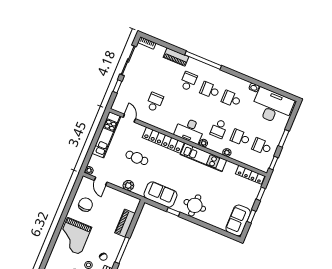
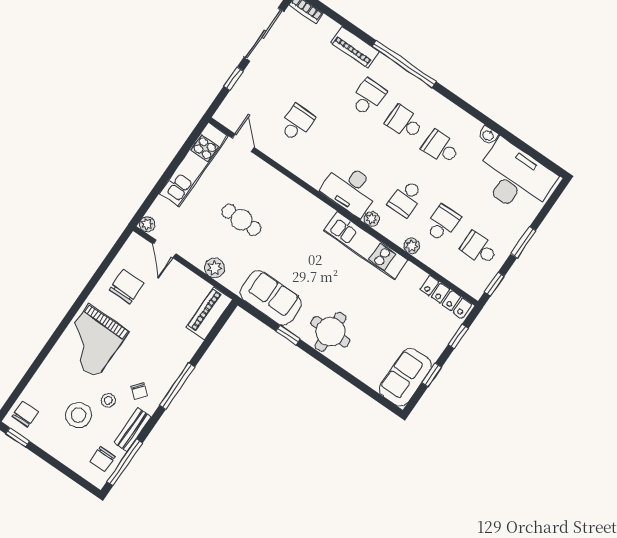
school desk: (240, 138) -> (442, 223), turned 90
locker: (163, 140) -> (298, 197), removed
piano: (125, 223) -> (209, 313), moved

